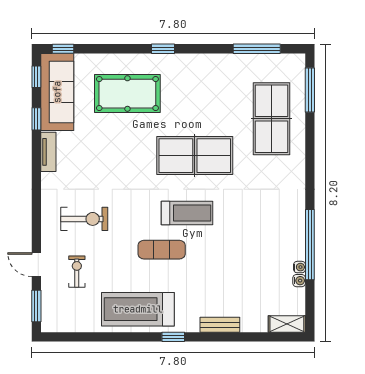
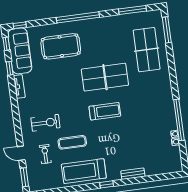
window: (163, 49) -> (78, 17), width x3.17
exercise mat: (162, 250) -> (72, 142), moved
shelving: (287, 324) -> (172, 168), removed

